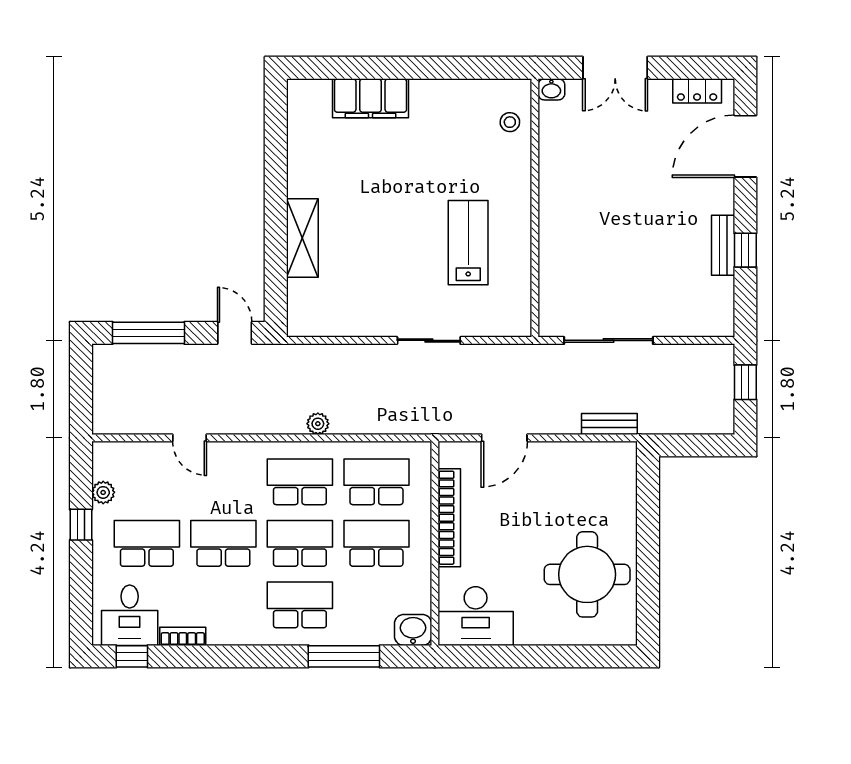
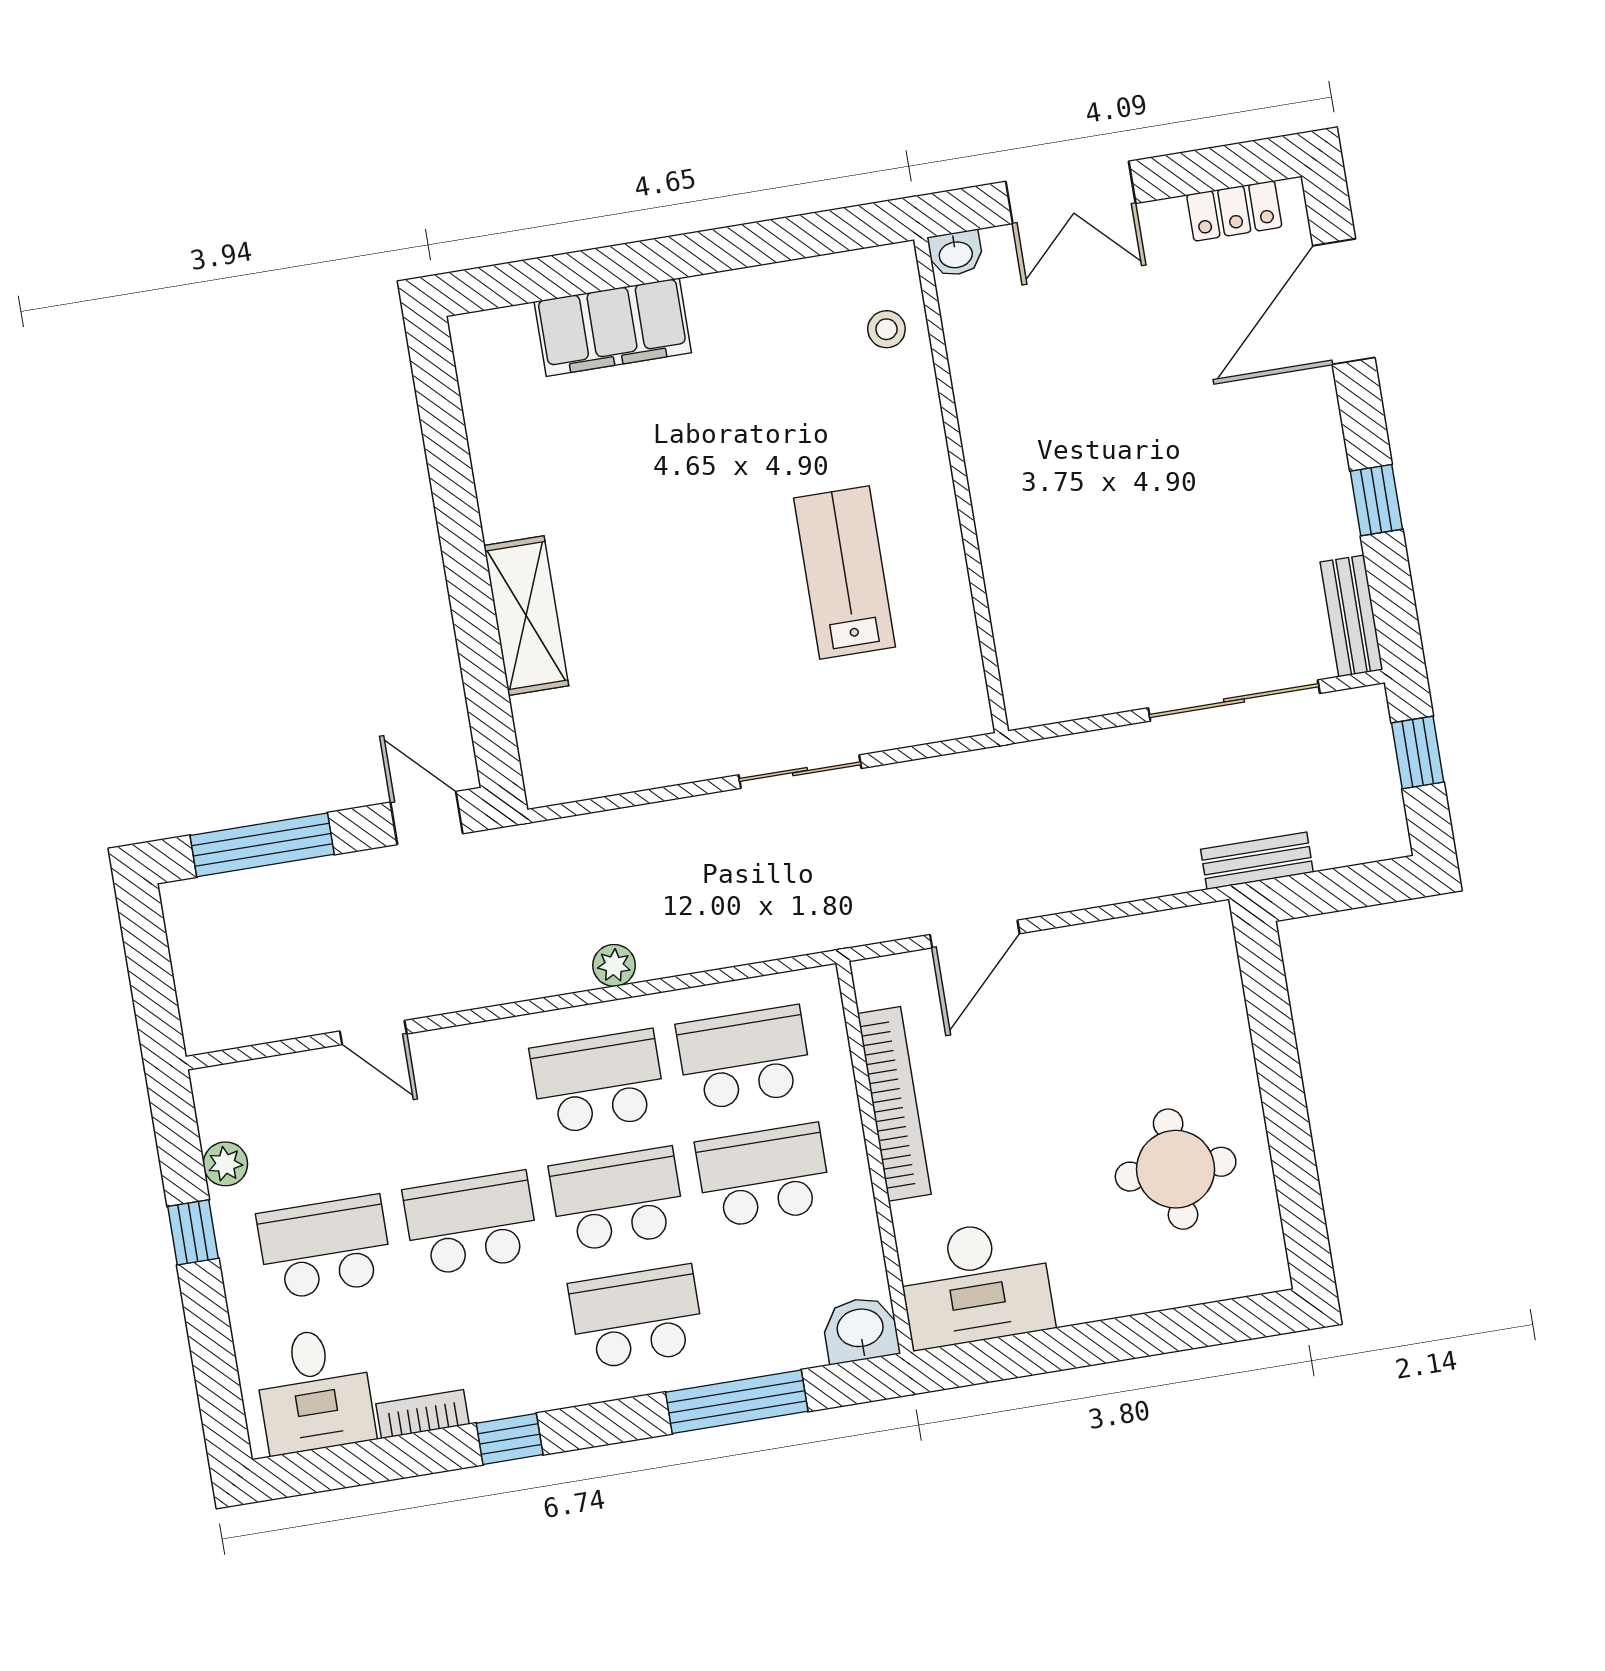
bench: (723, 245) -> (1352, 616), moved
sliding door: (608, 340) -> (1234, 701), moved
bench: (609, 424) -> (1257, 861), moved
round table: (587, 574) -> (1176, 1169), width x0.73, depth x0.73
window: (132, 656) -> (510, 1439), moved

